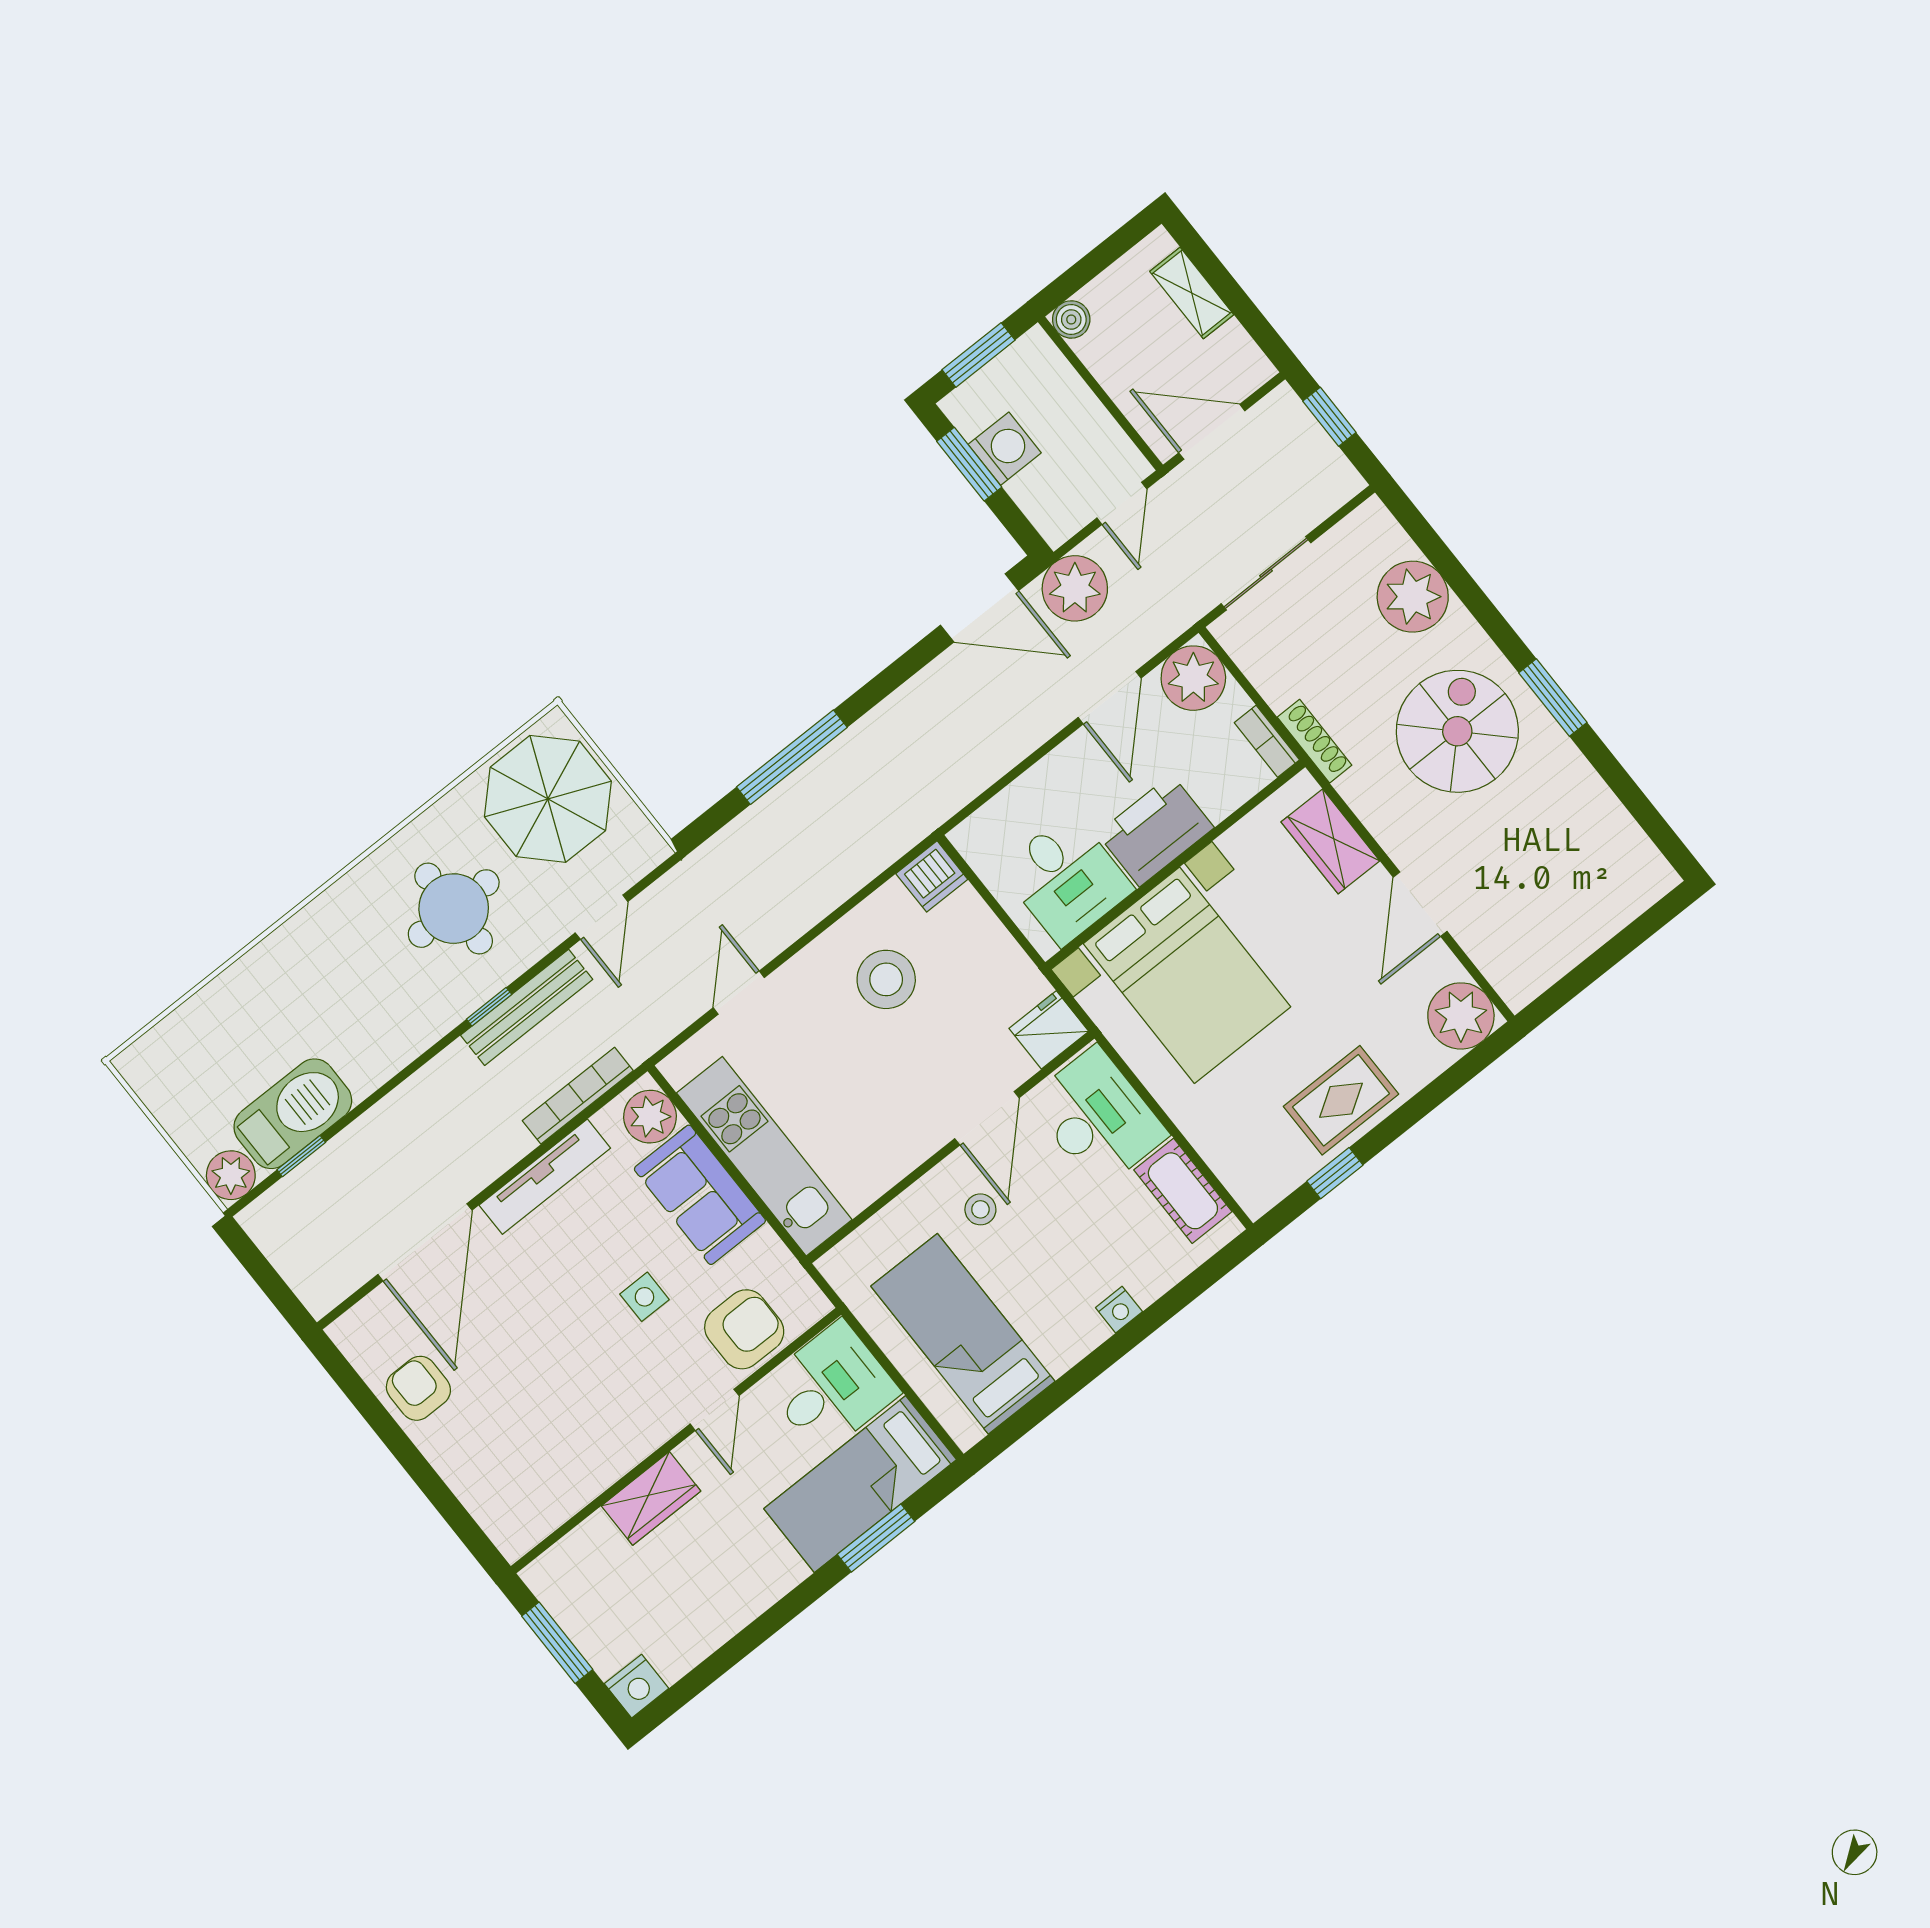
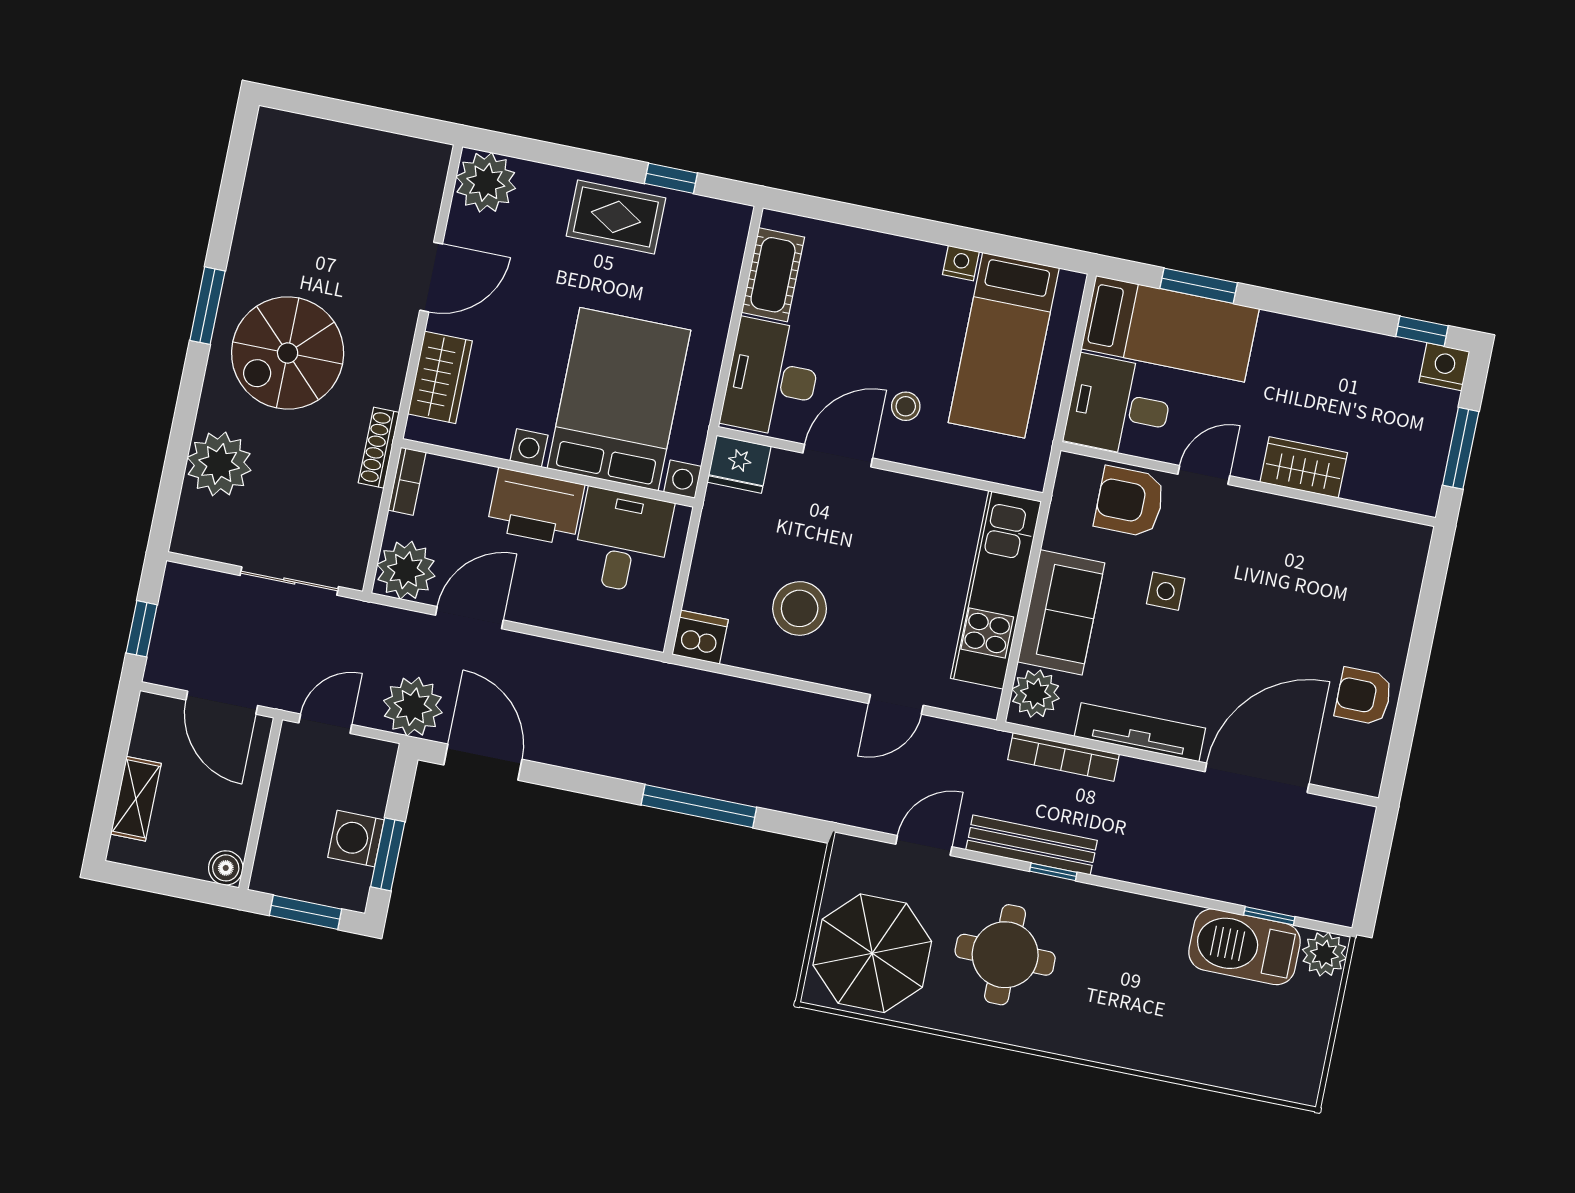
nightstand: (1119, 1310) -> (961, 263), moved
armchair: (418, 1388) -> (1364, 696), turned 90
window: (682, 1692) -> (1422, 331), added

